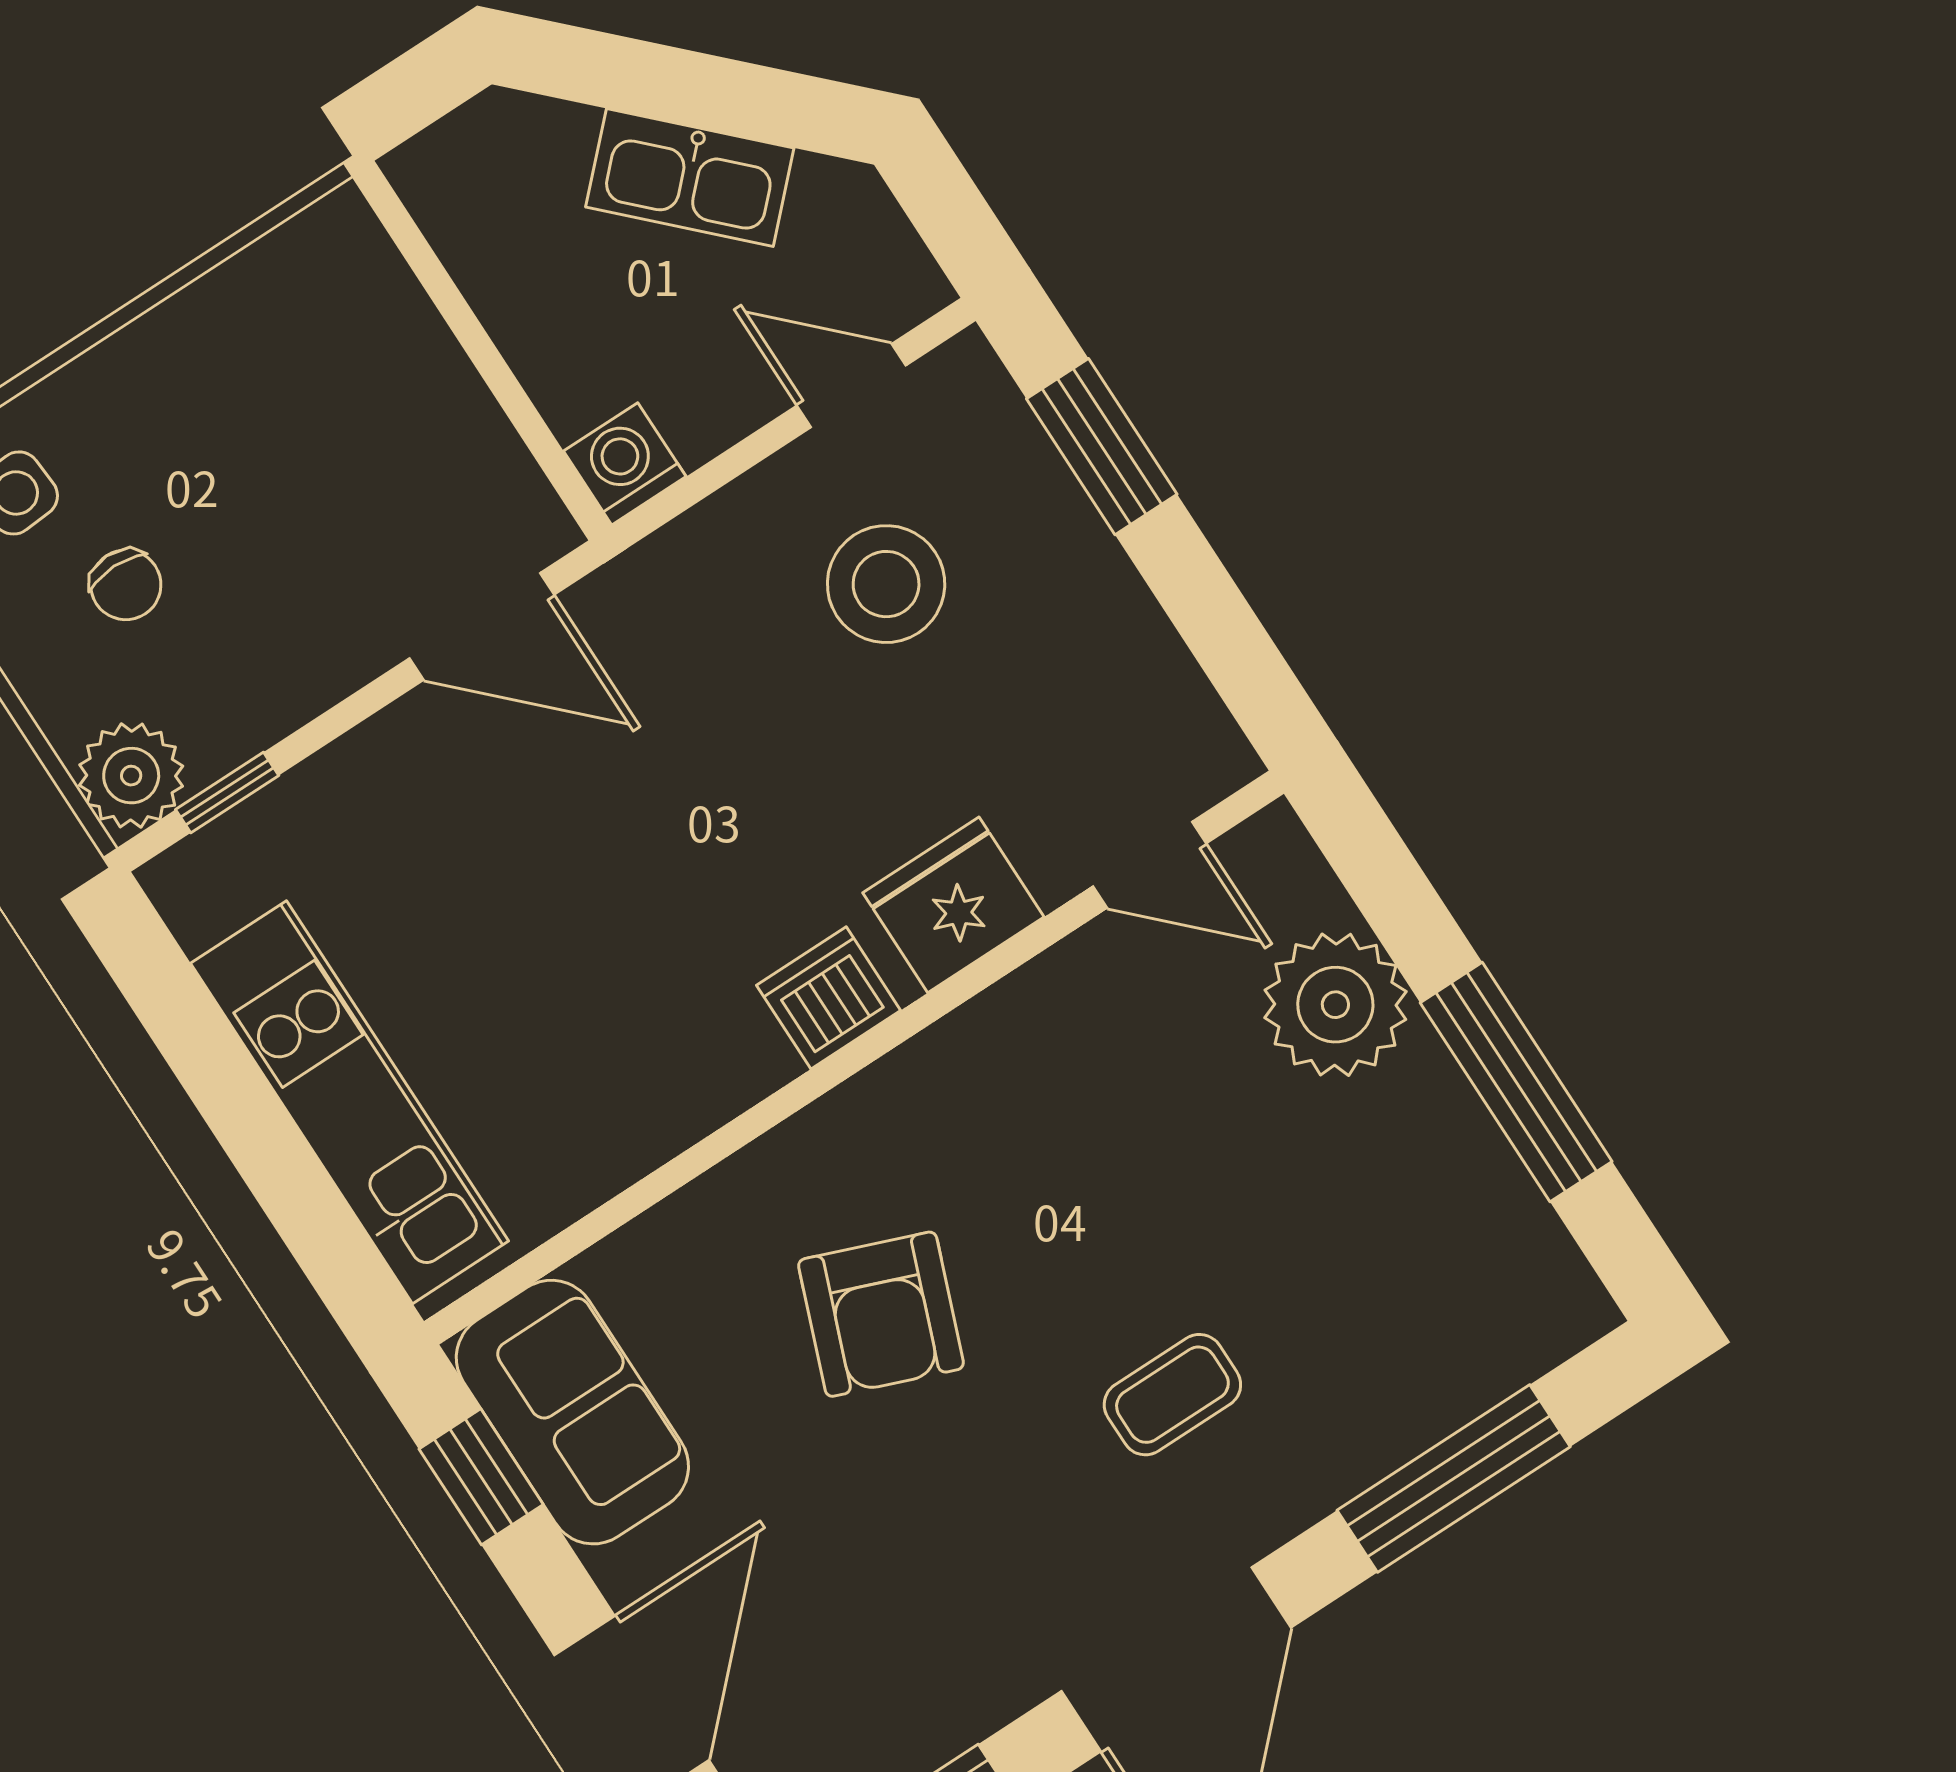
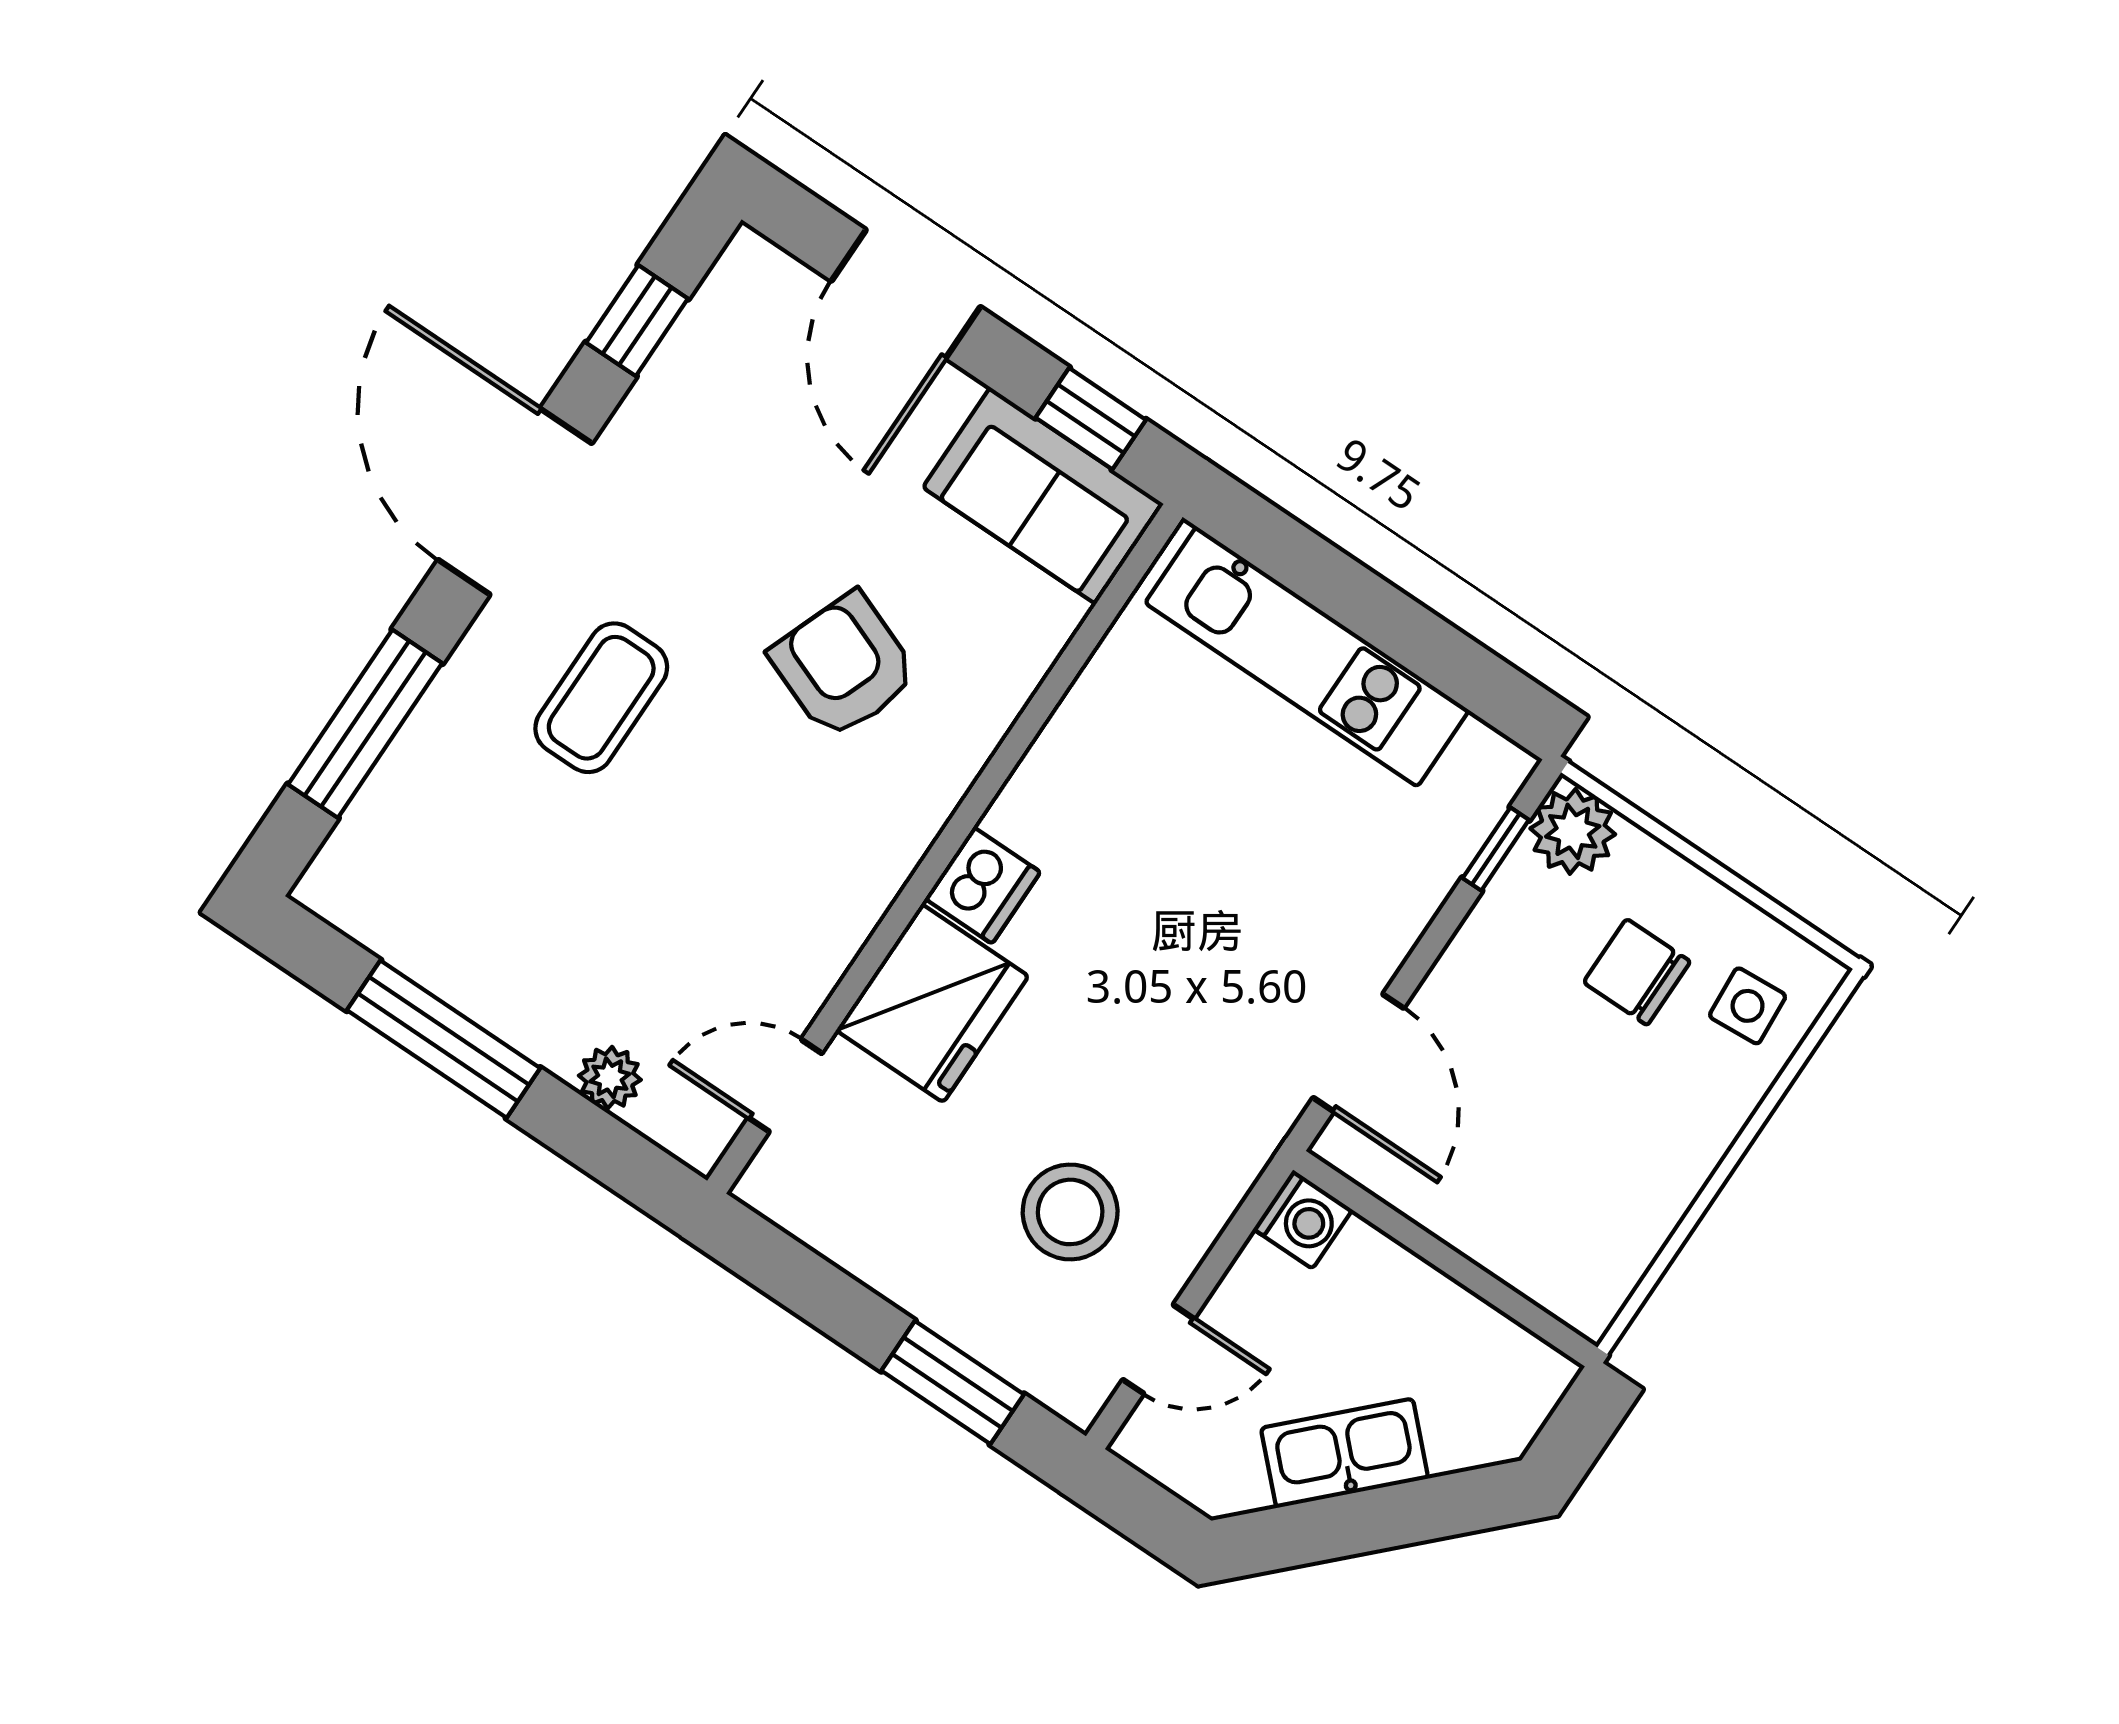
chair: (126, 585) -> (1637, 972), width x1.37, depth x1.37
door: (482, 627) -> (1358, 1053), swing flipped
fridge: (953, 905) -> (932, 1003), width x1.36, depth x1.34
plant: (1335, 1005) -> (610, 1078), width x0.53, depth x0.53
coffee table: (1172, 1395) -> (601, 698), width x1.36, depth x1.30

